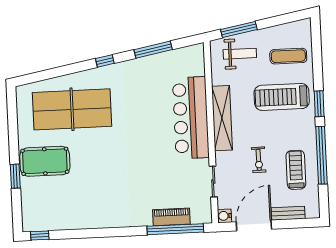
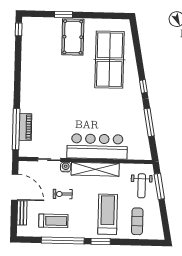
water cooler: (224, 216) -> (66, 167), moved

